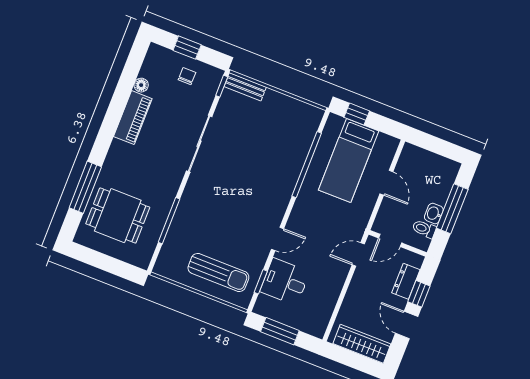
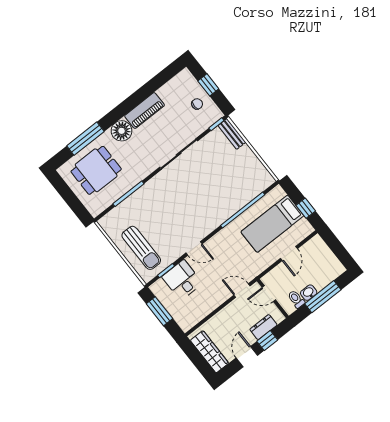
floor lamp: (141, 85) -> (121, 131), moved, width x1.89, depth x1.89
window: (357, 114) -> (306, 208), moved
dining table: (118, 216) -> (96, 170), turned 90

